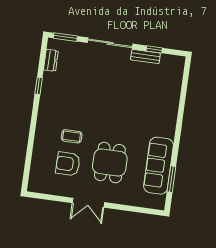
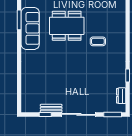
dining table: (110, 163) -> (67, 26), width x1.37
armchair: (68, 164) -> (98, 20), removed

